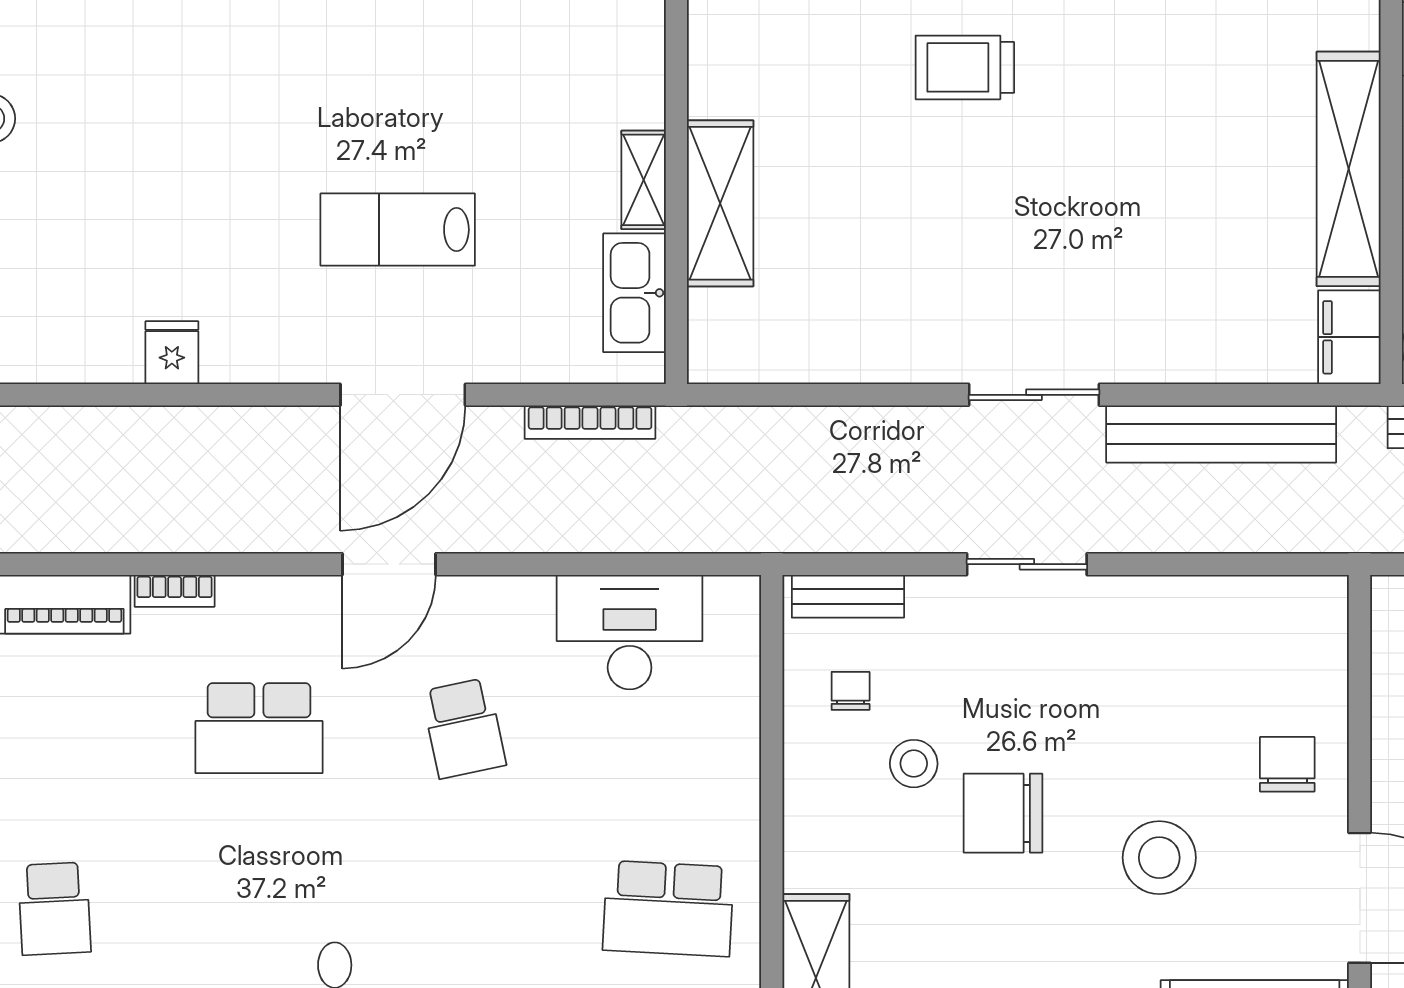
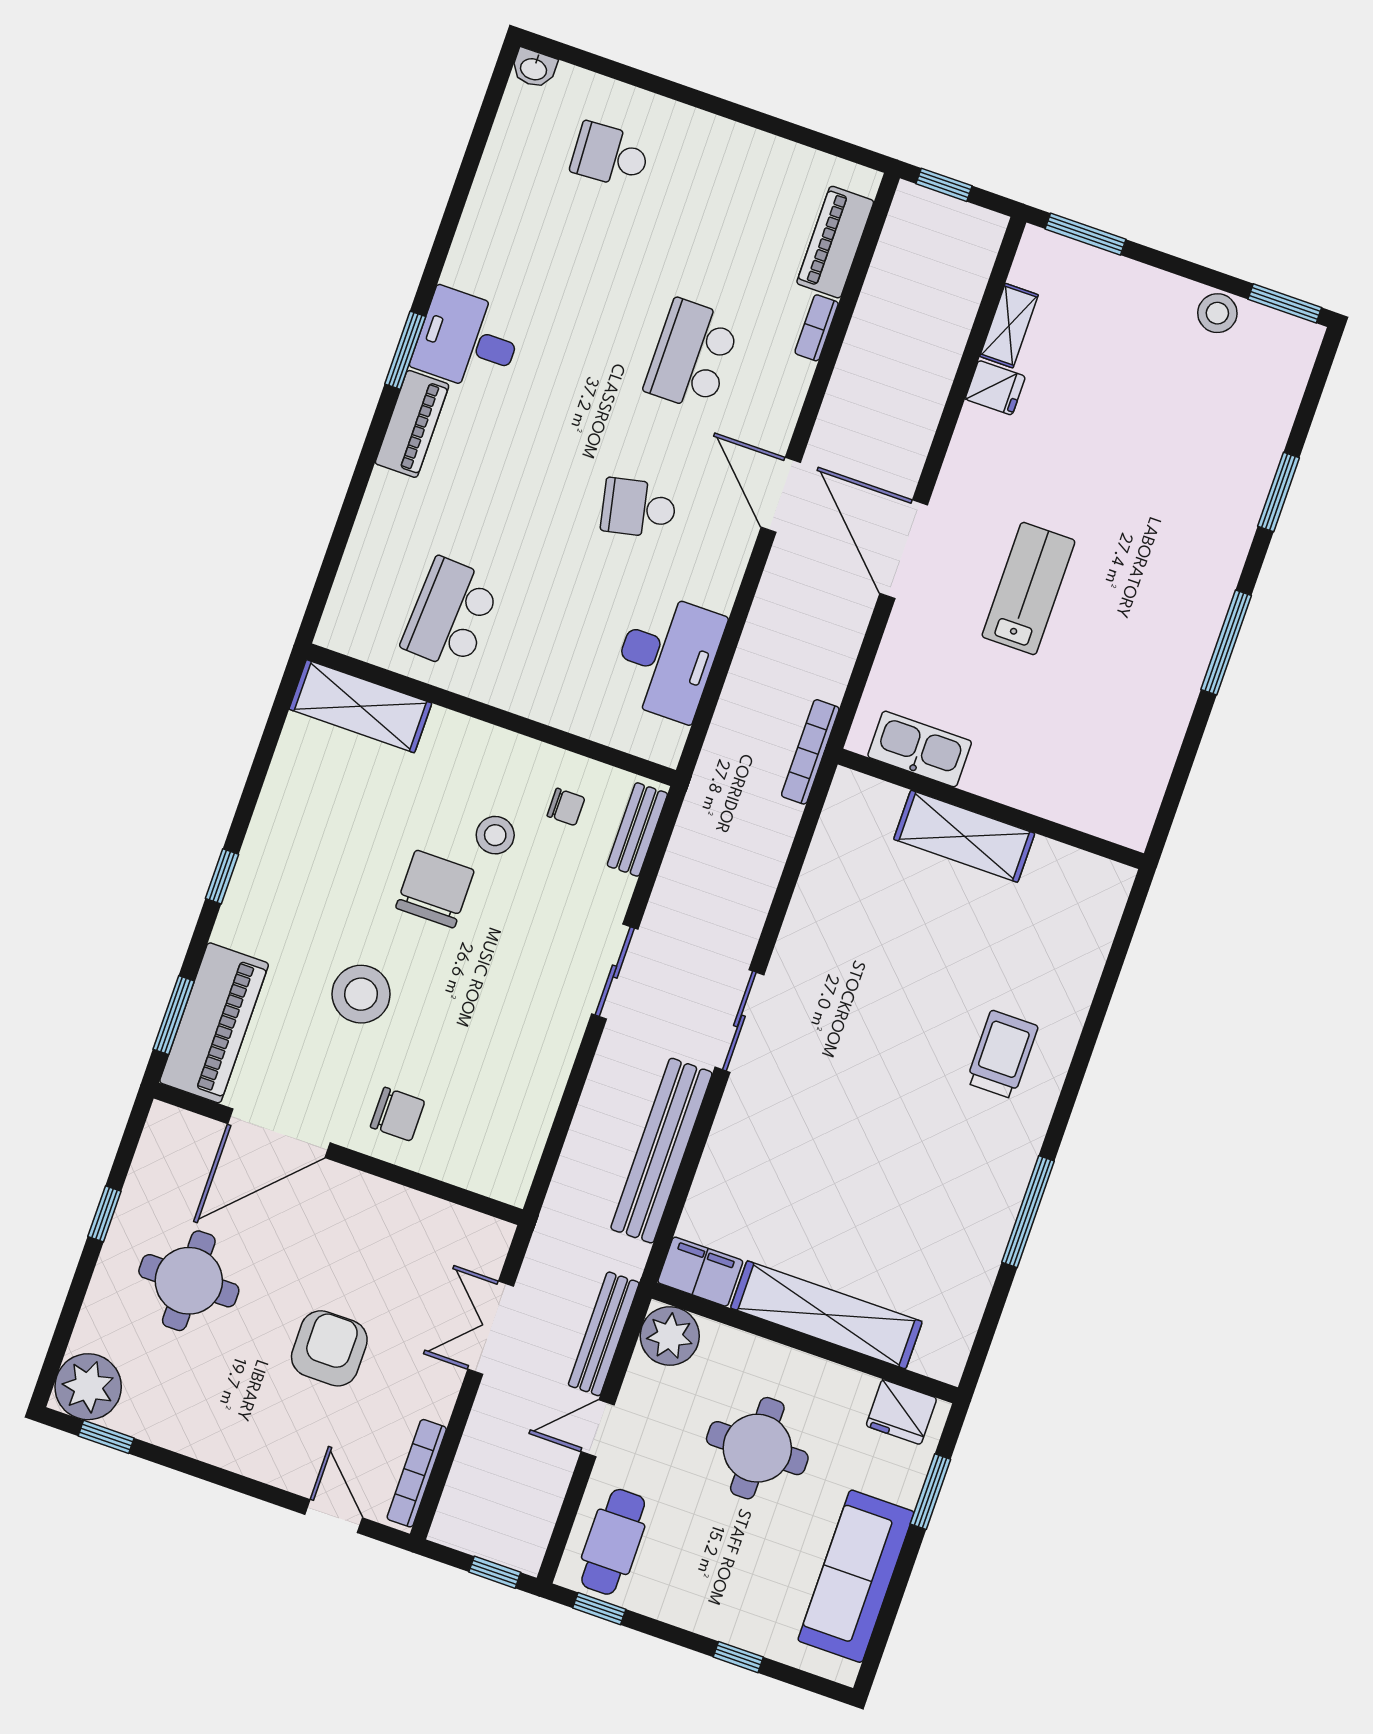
shelving: (644, 180) -> (1009, 326), moved, turned 90
bookcase: (590, 422) -> (810, 752), moved

